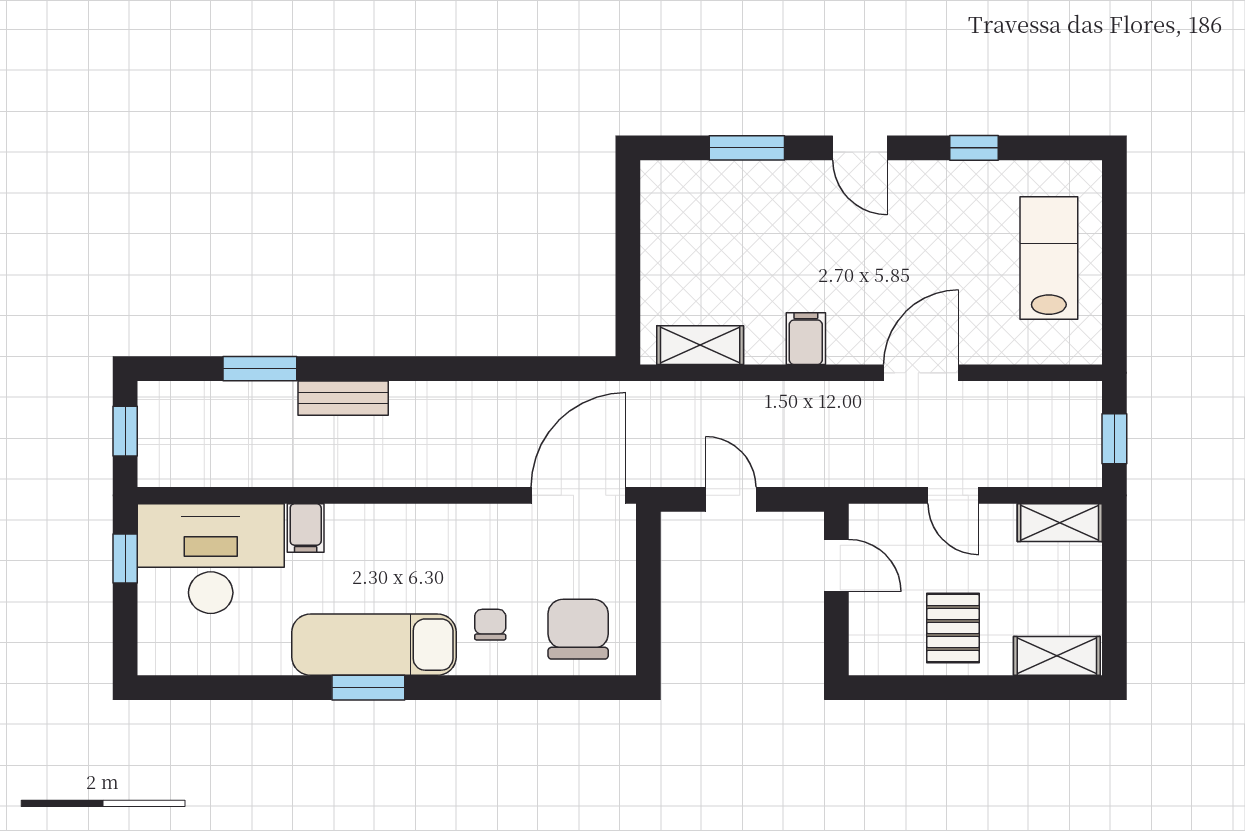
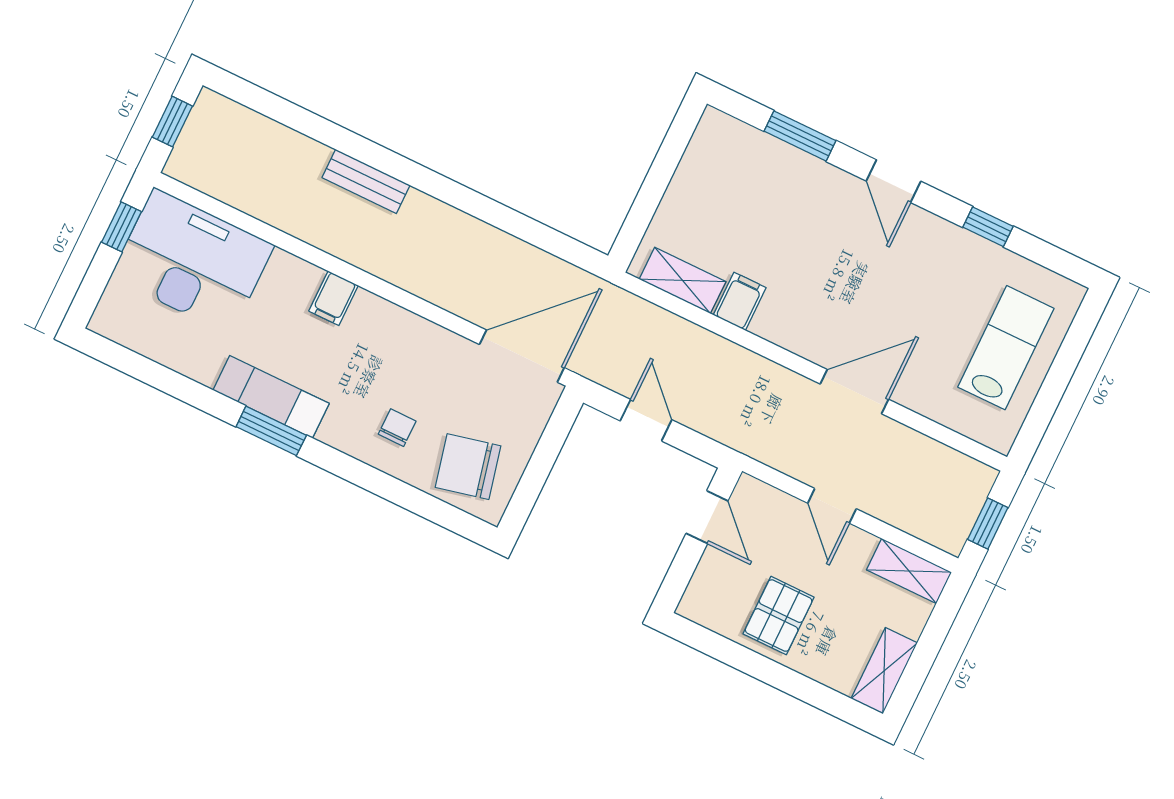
filing cabinet: (806, 339) -> (740, 301), moved
window: (260, 369) -> (309, 124), removed
filing cabinet: (306, 528) -> (334, 298), moved
chair: (578, 629) -> (468, 467), turned -103
exam couch: (374, 645) -> (271, 397), width x0.73, depth x0.69
shelving: (1057, 656) -> (884, 671), moved, turned 90

